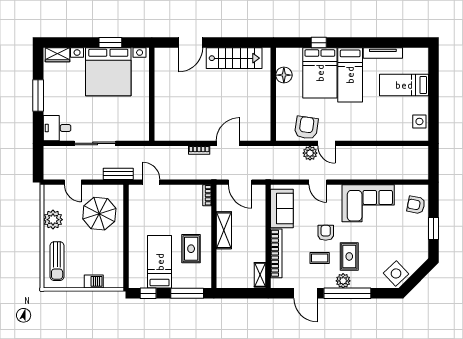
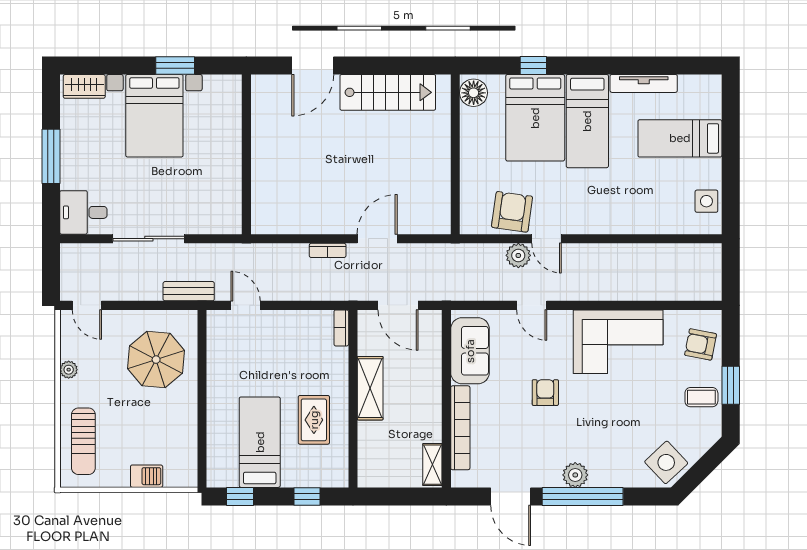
bed with nightstands: (108, 72) -> (154, 116), width x0.73
floor lamp: (284, 75) -> (474, 93), moved
door: (73, 182) -> (87, 305), moved
plant: (53, 220) -> (69, 370), width x0.53, depth x0.53
rug: (349, 256) -> (586, 433), removed
coffee table: (320, 258) -> (701, 397), moved
window: (187, 293) -> (307, 496), width x0.46

